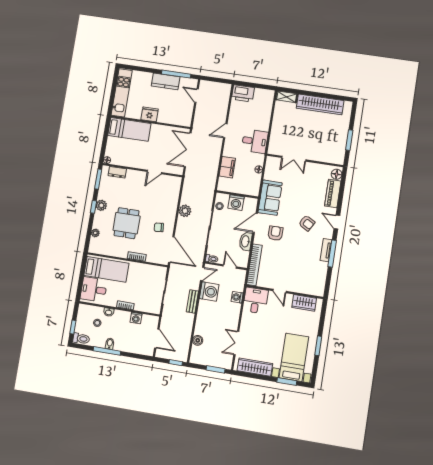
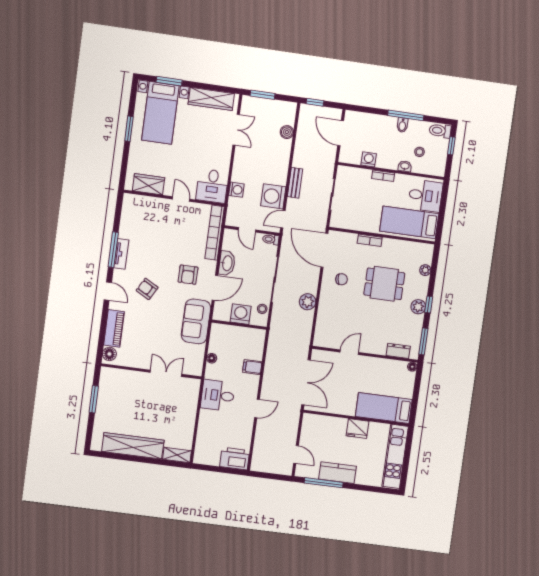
filing cabinet: (227, 167) -> (252, 367), width x0.50
dining table: (127, 223) -> (384, 284), turned 90

